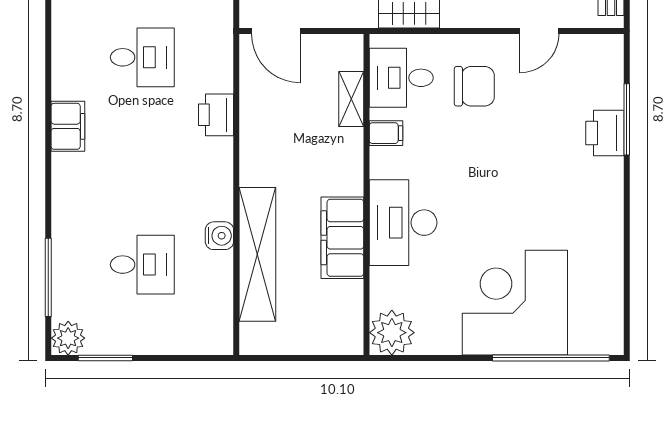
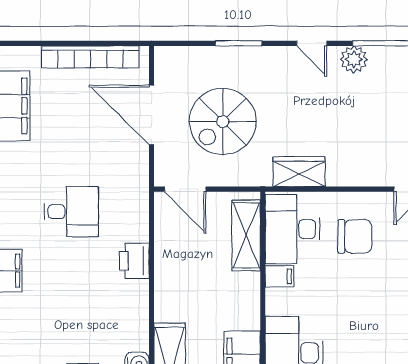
desk: (401, 78) -> (292, 229), width x1.37
shelving: (351, 99) -> (246, 235), width x1.50, depth x1.33

